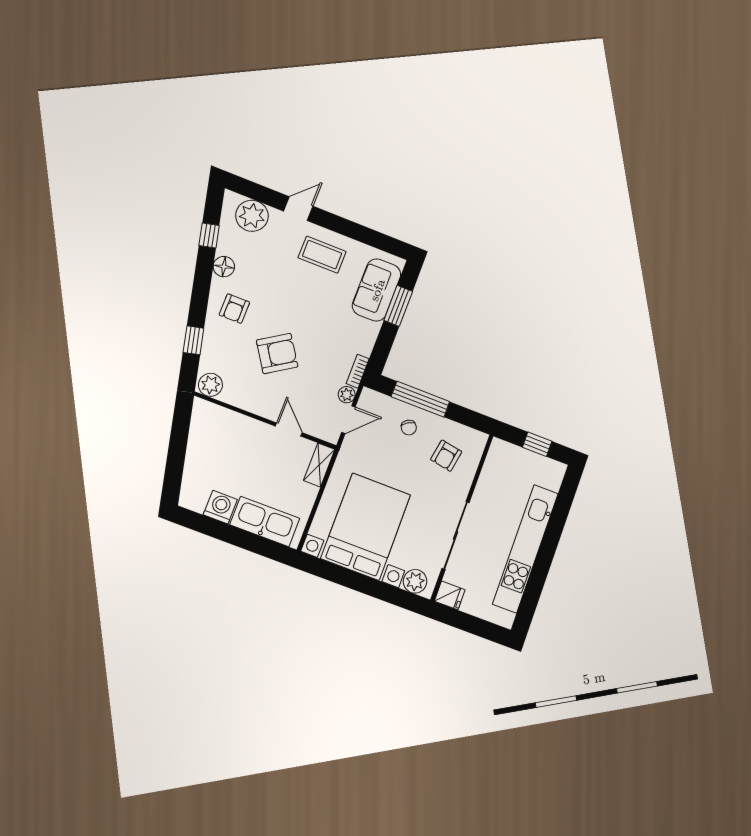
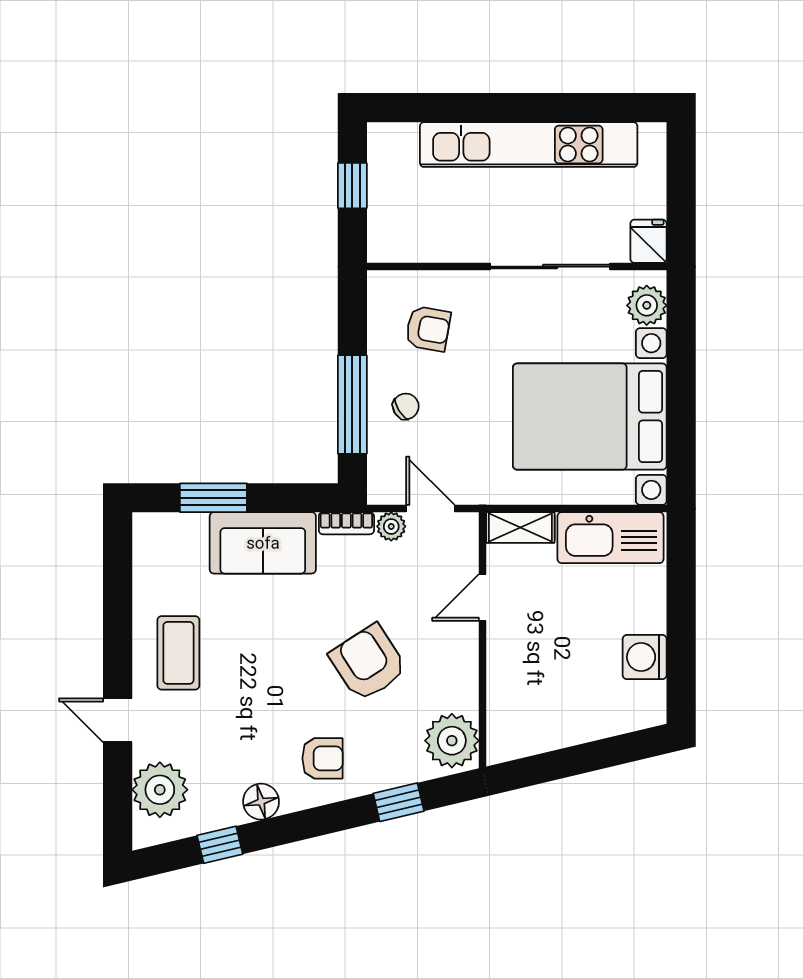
sofa: (377, 290) -> (263, 543), moved
plant: (210, 385) -> (452, 741), width x1.36, depth x1.36
kitchen sink: (265, 522) -> (610, 538), moved, turned -90

